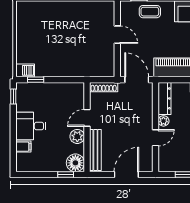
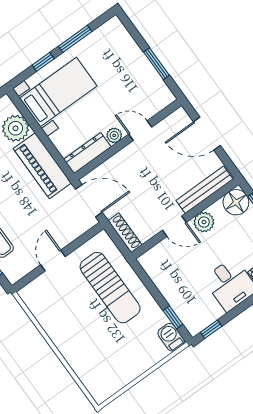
sun lounger: (78, 56) -> (110, 288), added
door: (137, 80) -> (89, 201), swing flipped

